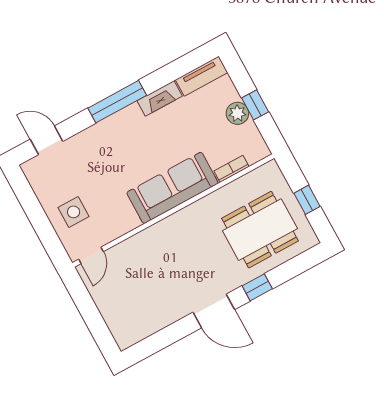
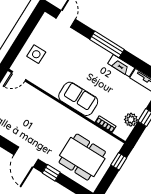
plant: (237, 113) -> (131, 120), moved
sofa: (172, 188) -> (78, 99), width x0.73
window: (307, 200) -> (119, 161), moved

